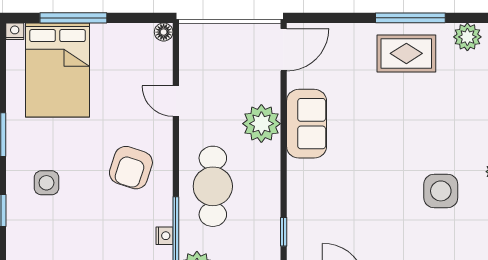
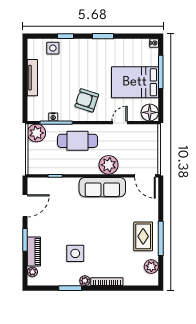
floor lamp: (164, 32) -> (150, 112), width x1.89, depth x1.89
bed: (58, 70) -> (135, 82), moved
sofa: (307, 124) -> (102, 187), width x1.36
side table: (46, 183) -> (53, 48), moved

